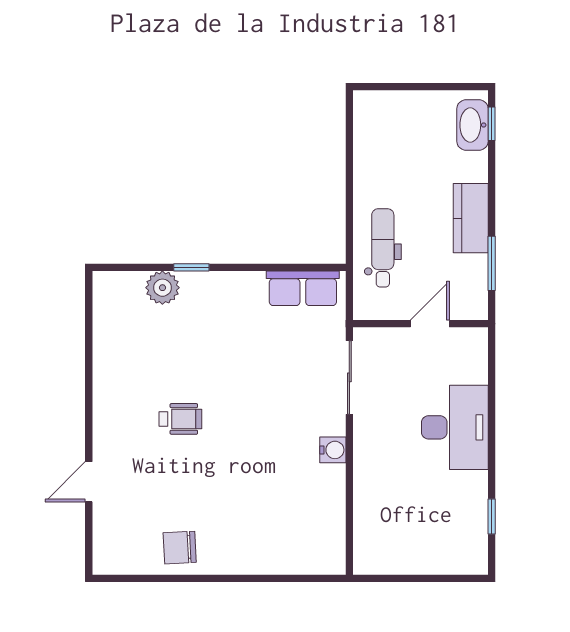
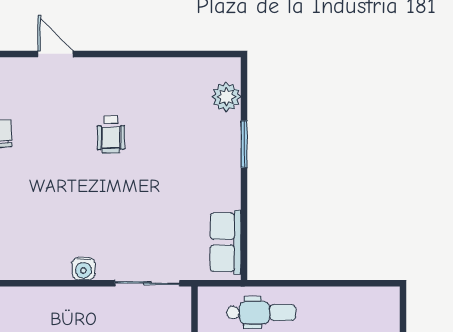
window: (191, 267) -> (244, 144), width x1.50
plant: (162, 288) -> (226, 97), moved

